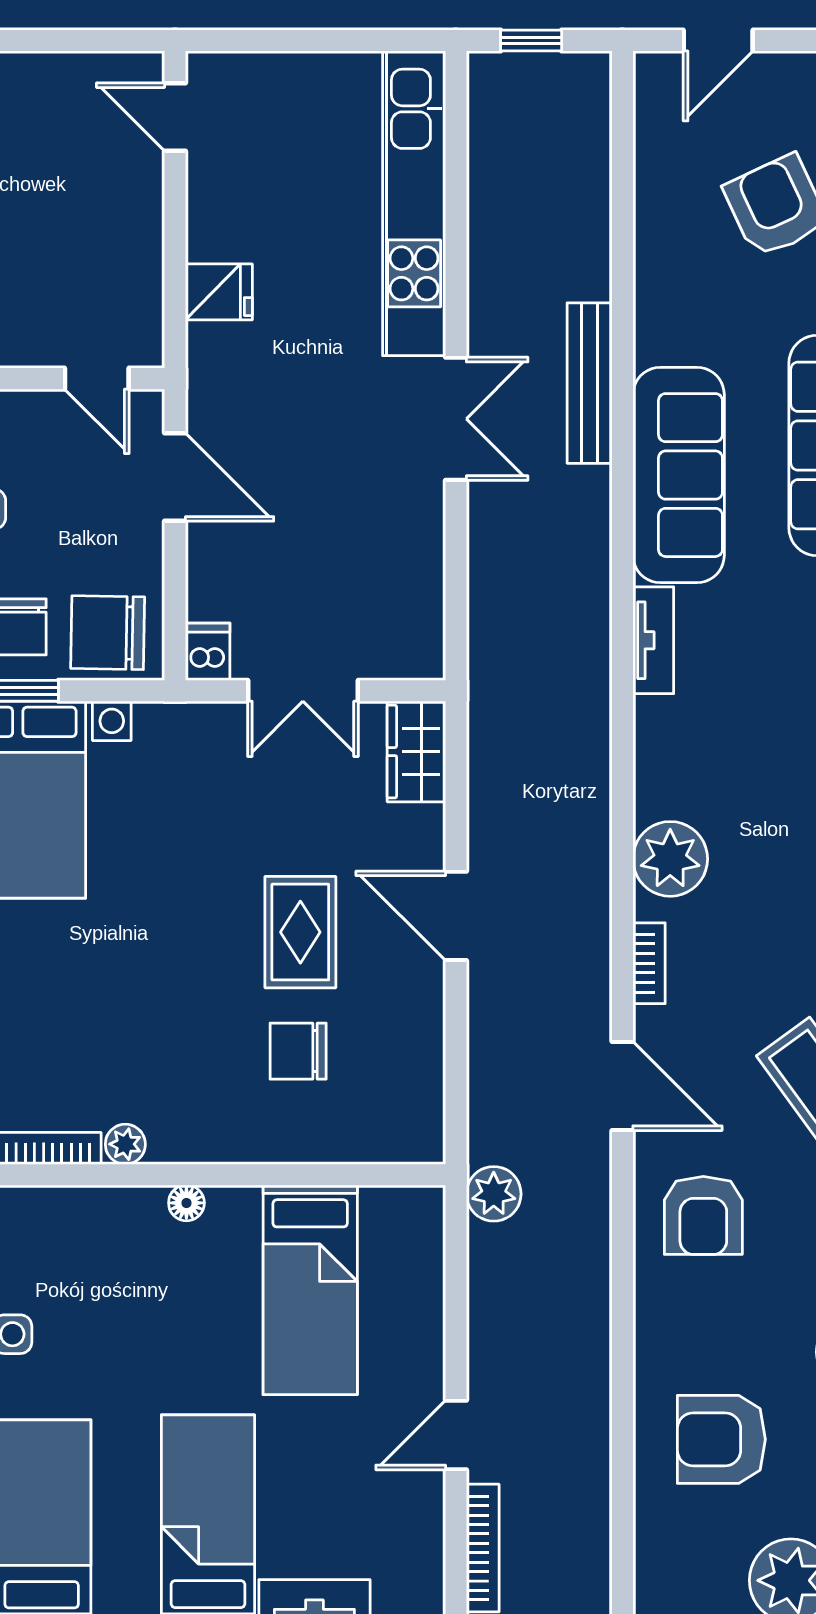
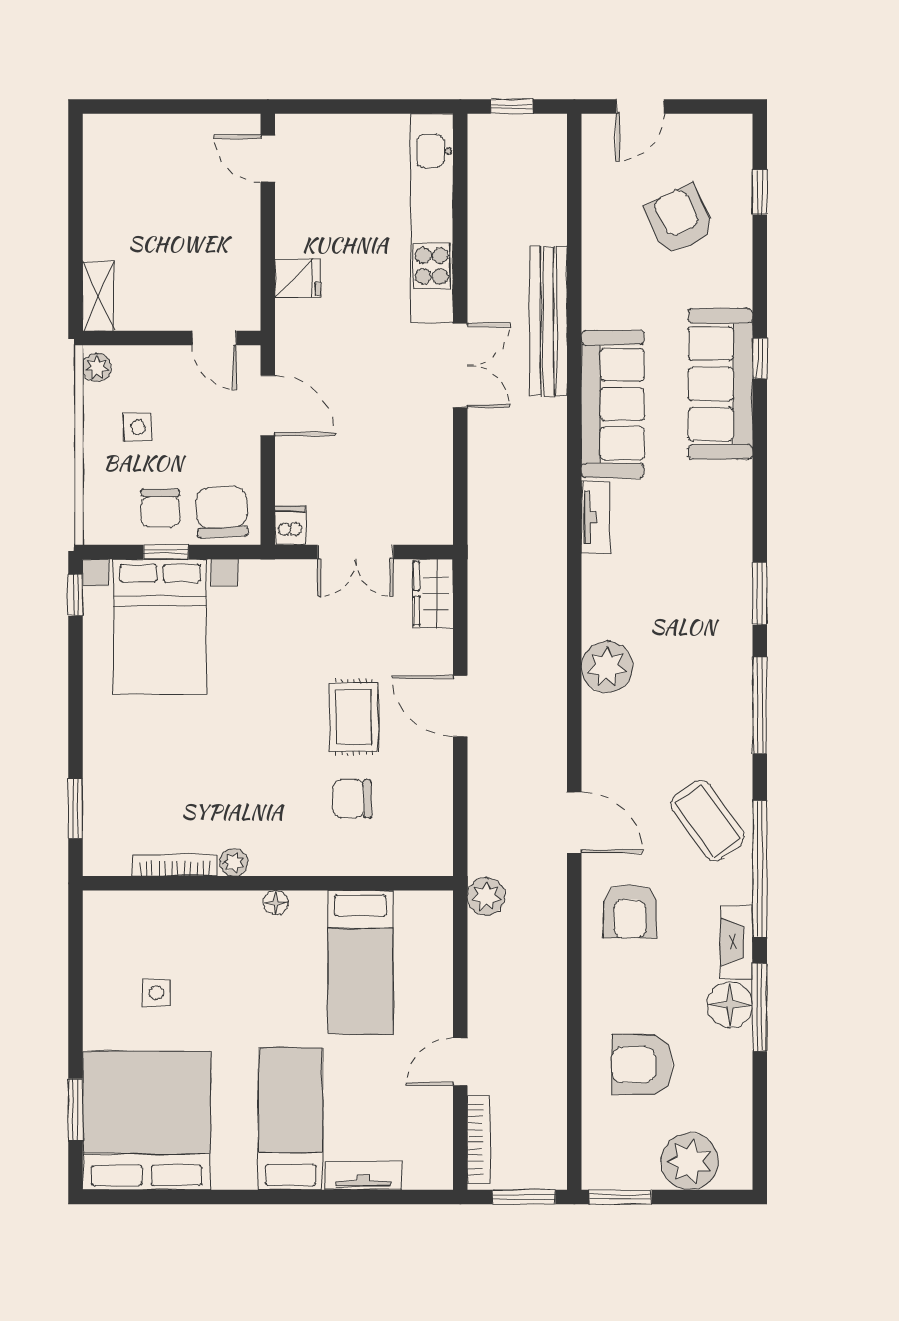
bench: (590, 383) -> (549, 321), width x1.37, depth x1.21
chair: (108, 633) -> (222, 512), turned 86
bookcase: (649, 963) -> (593, 739), removed

